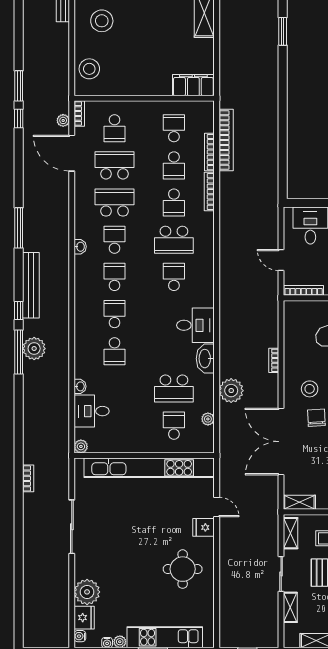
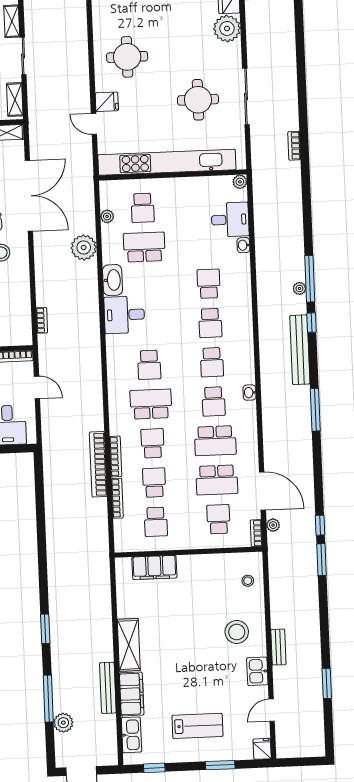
stool: (89, 69) -> (248, 581), width x0.53, depth x0.53
filing cabinet: (193, 85) -> (154, 567), moved
bookcase: (226, 140) -> (98, 464), moved
plant: (34, 349) -> (299, 288), width x0.53, depth x0.53
bookcase: (274, 360) -> (42, 320), moved
round table: (117, 526) -> (198, 100), added

